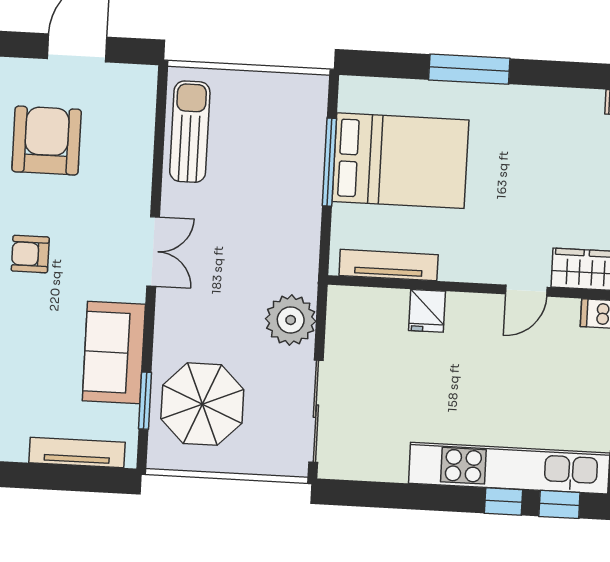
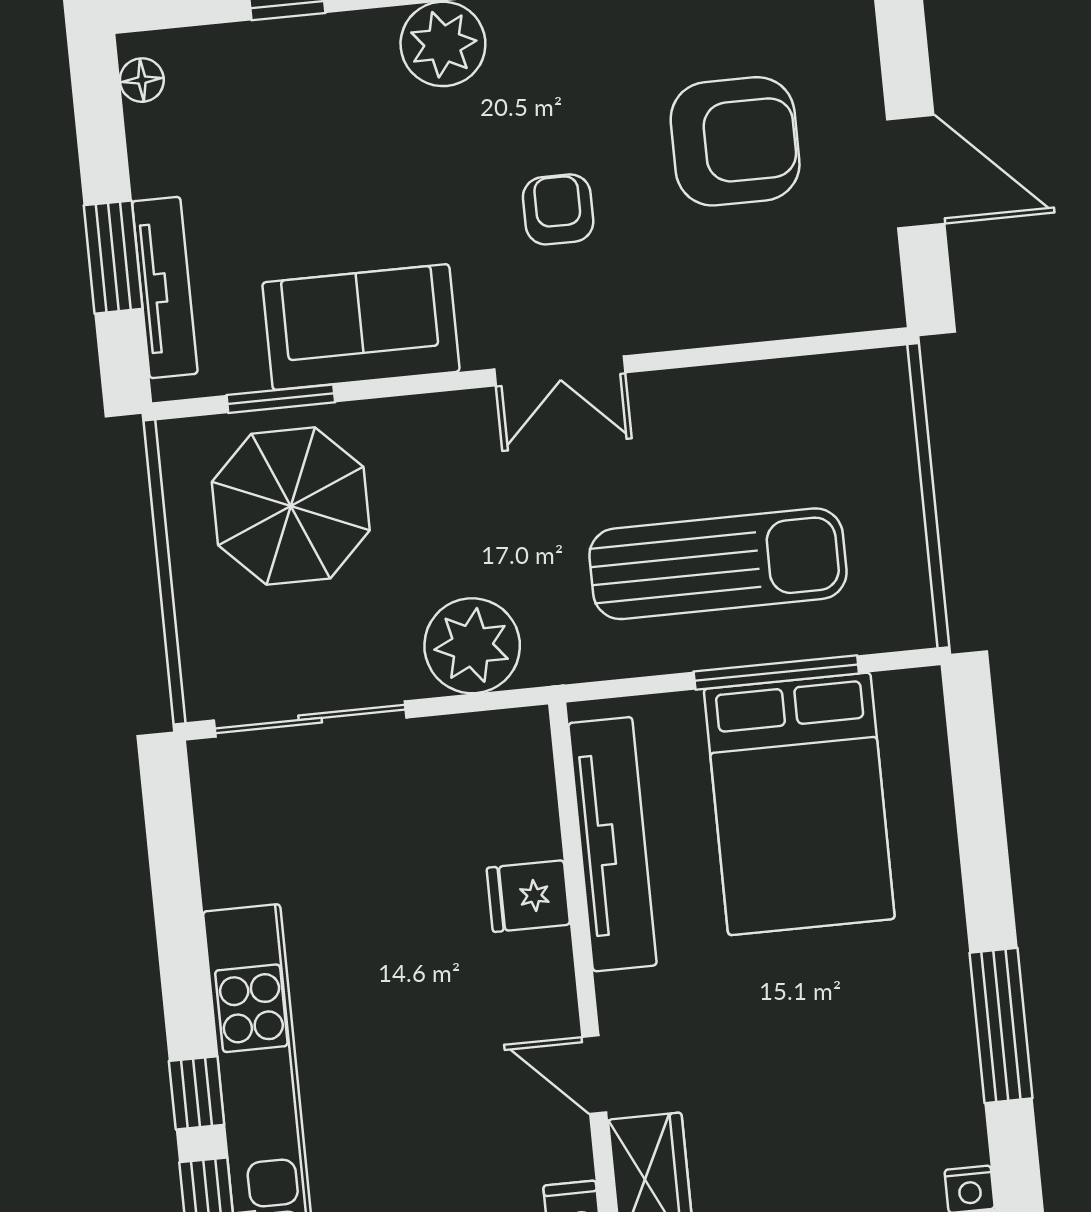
window: (469, 69) -> (1001, 1026), moved
sun lounger: (190, 132) -> (718, 564), moved, width x1.36, depth x1.34
armchair: (30, 254) -> (558, 209), moved
tv unit: (389, 265) -> (613, 844), width x1.36, depth x1.29
window: (57, 477) -> (113, 257), added

